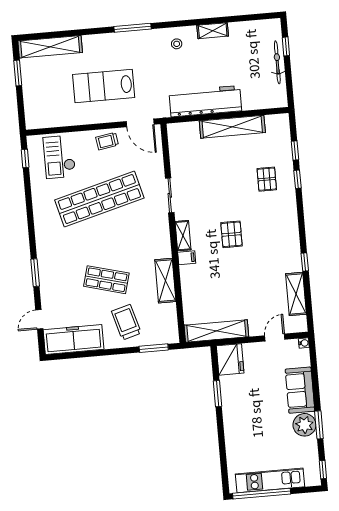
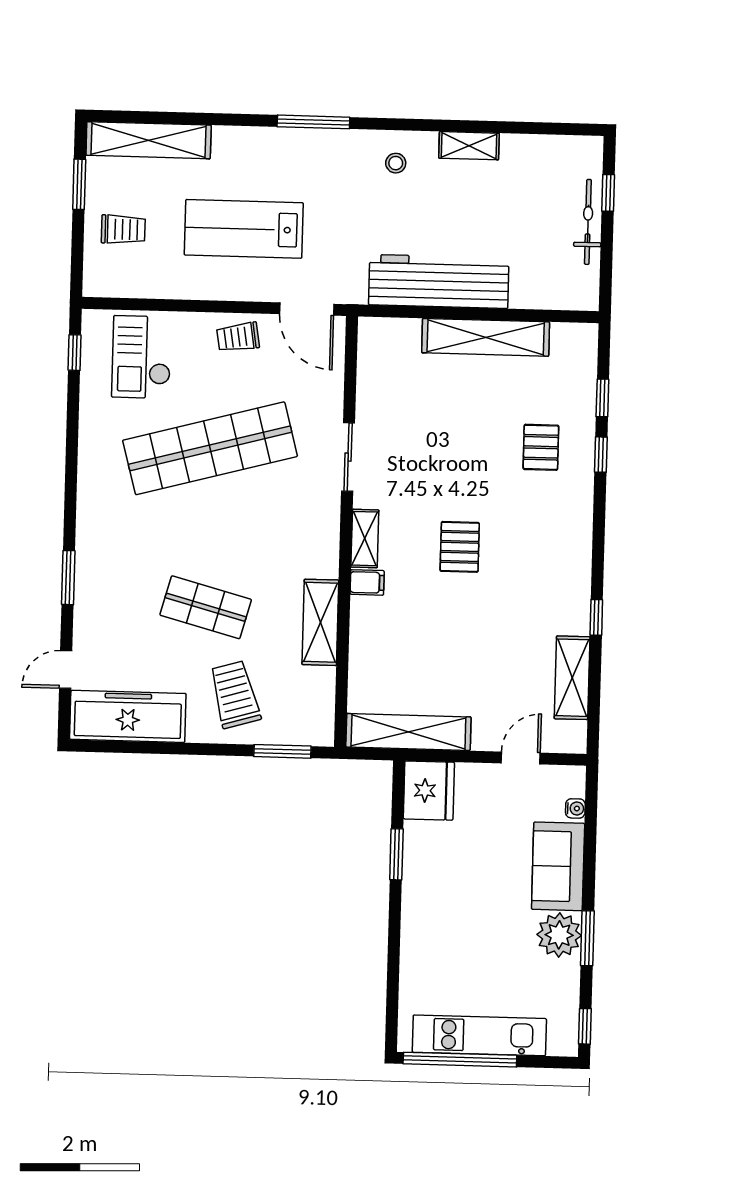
trolley: (43, 93) -> (123, 229), added
water cooler: (304, 343) -> (575, 808), moved

